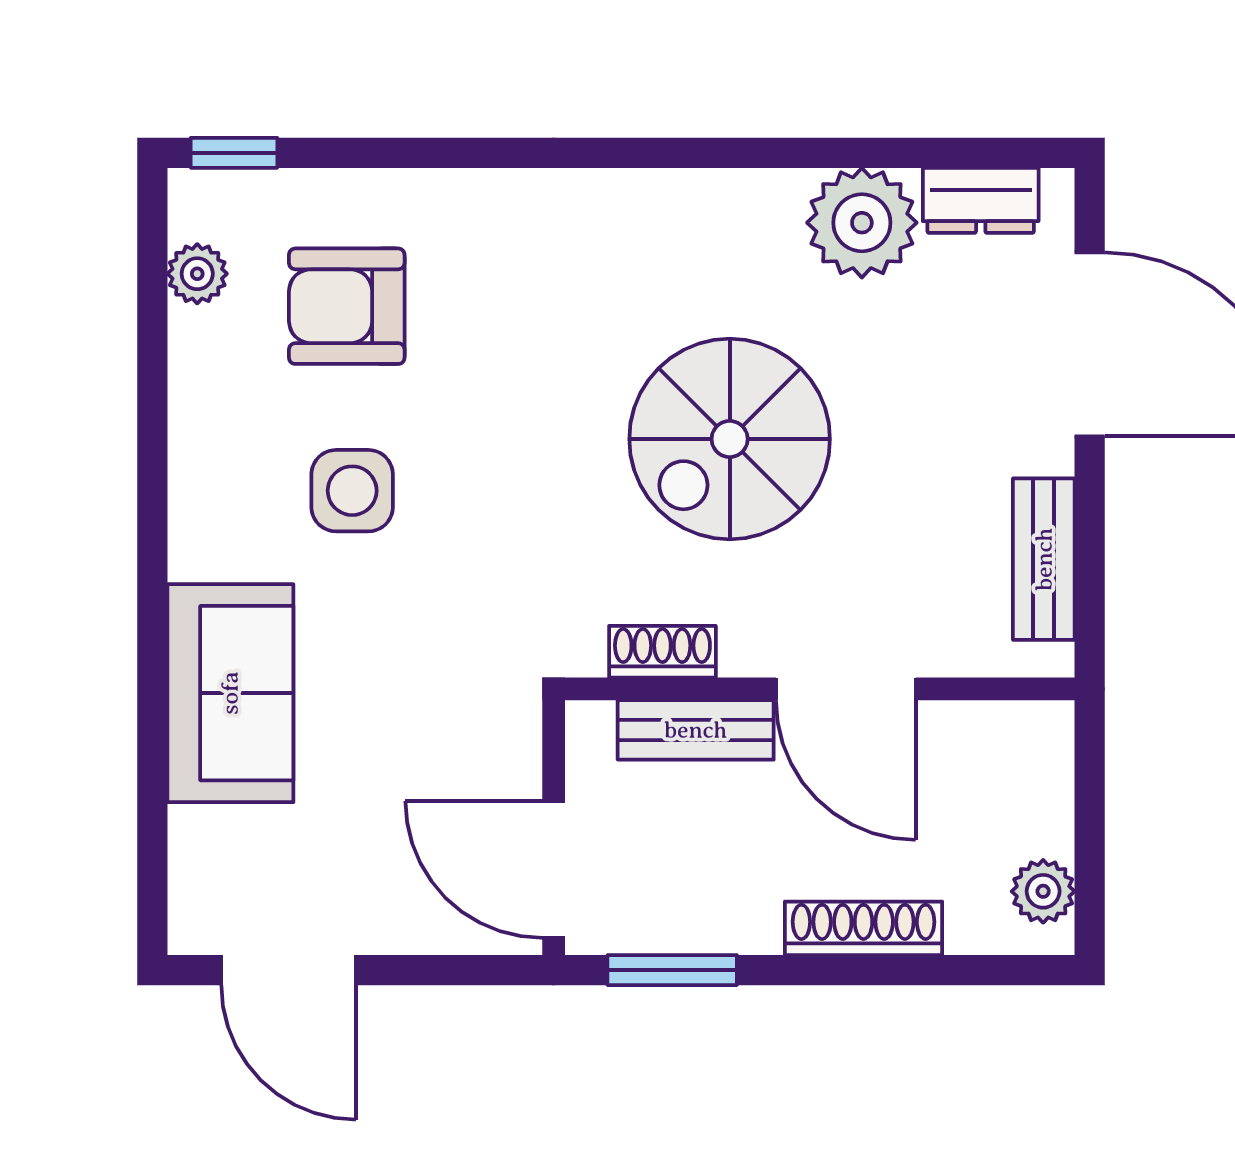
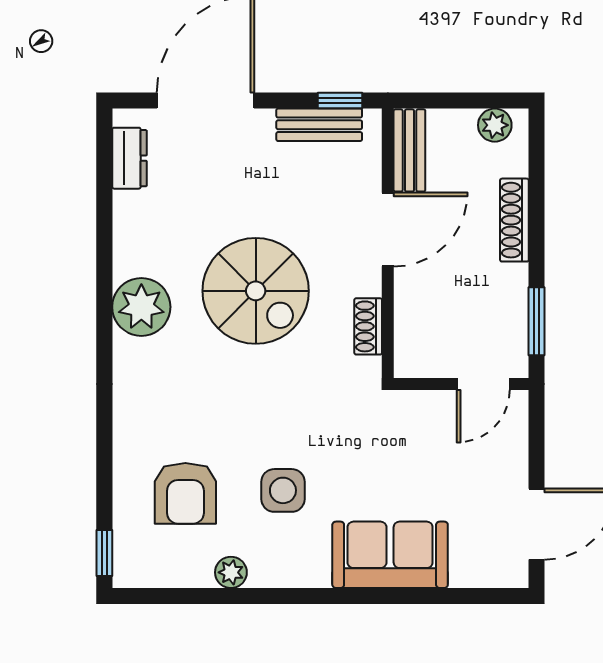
plant: (862, 223) -> (141, 307), moved
plant: (197, 274) -> (231, 572), moved
window: (1090, 599) -> (340, 101), added
bench: (696, 730) -> (409, 150), moved
door: (554, 869) -> (483, 384), width x0.73

